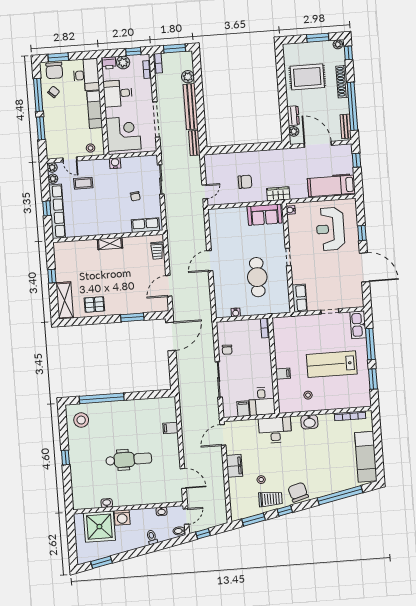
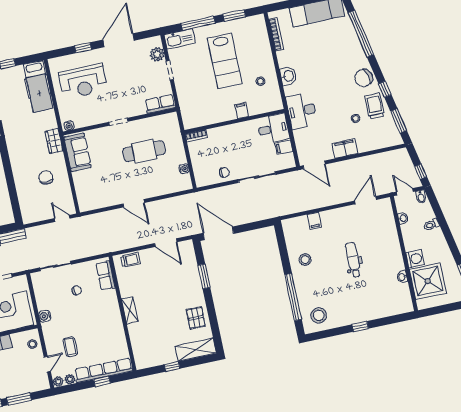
plant: (346, 302) -> (157, 54), added
stool: (135, 414) -> (305, 260), added
dental chair: (129, 460) -> (353, 260), width x0.73, depth x0.72

